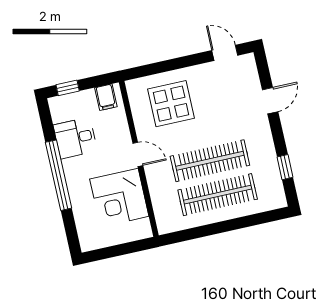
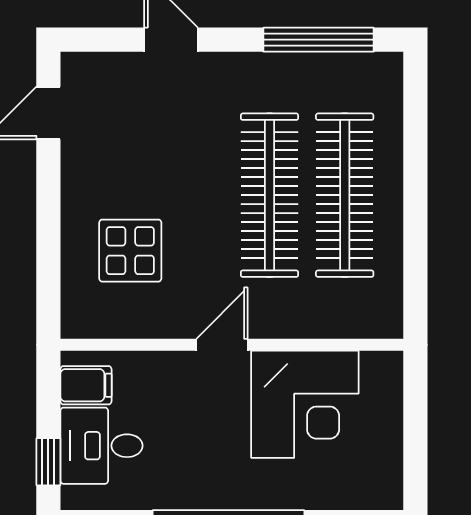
display table: (171, 104) -> (130, 251), width x0.73, depth x0.73
desk: (75, 138) -> (101, 446), moved, turned 90
window: (285, 167) -> (318, 40), width x2.17

